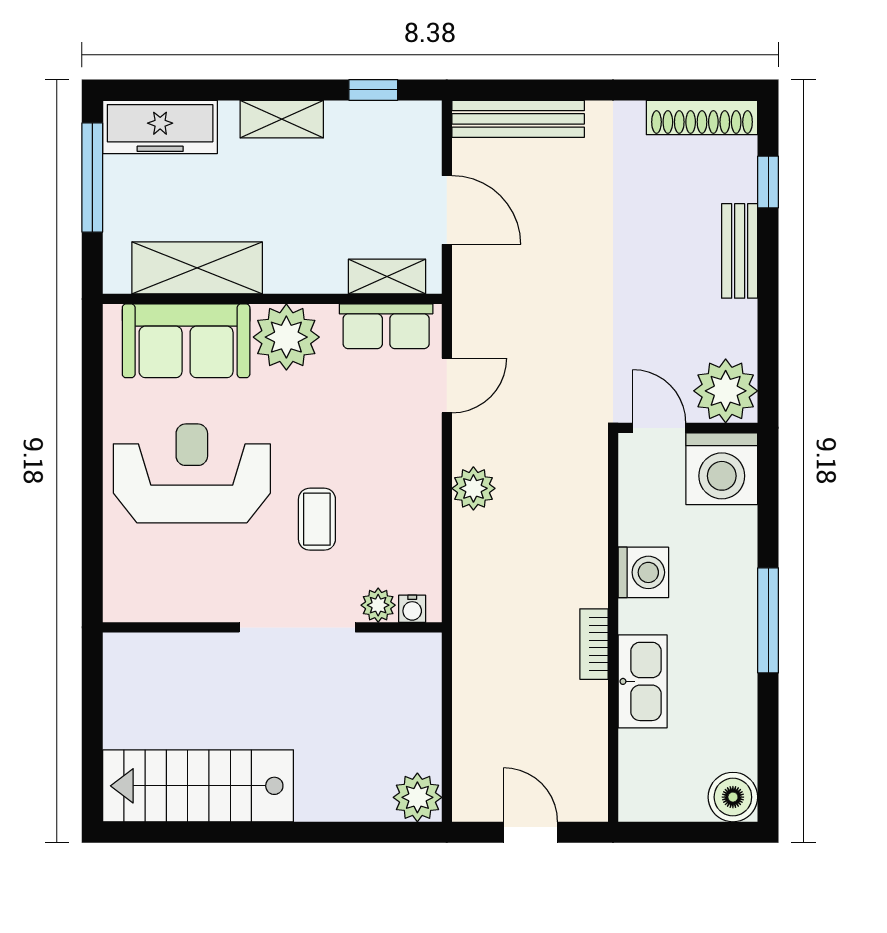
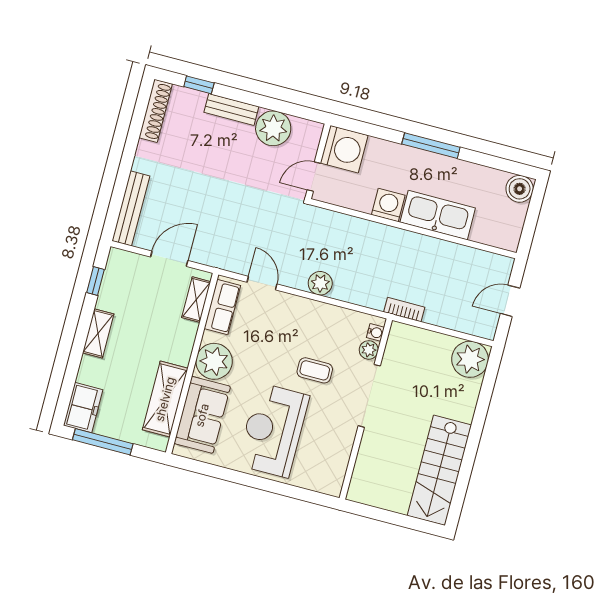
freezer: (160, 127) -> (83, 408), width x0.71
plant: (726, 391) -> (273, 128), moved
bookcase: (594, 644) -> (404, 310), moved, turned 180
kitchen sink: (643, 681) -> (438, 215), width x1.36, depth x1.24
plant: (417, 797) -> (470, 359), width x1.36, depth x1.36

